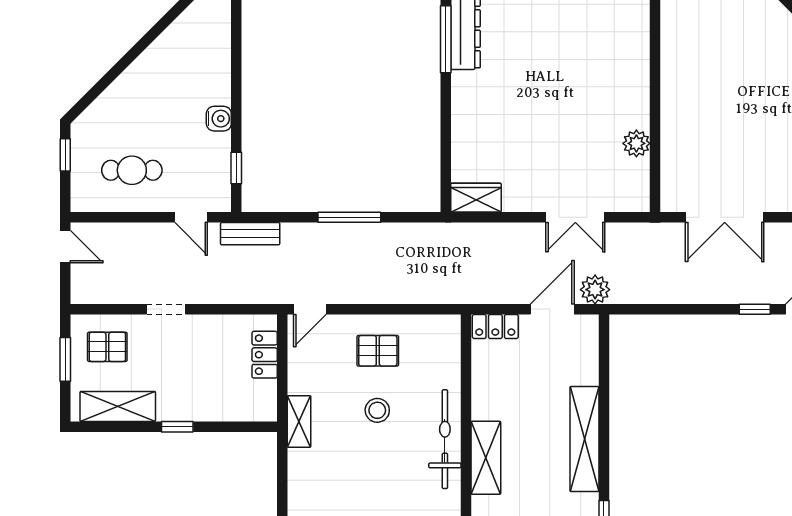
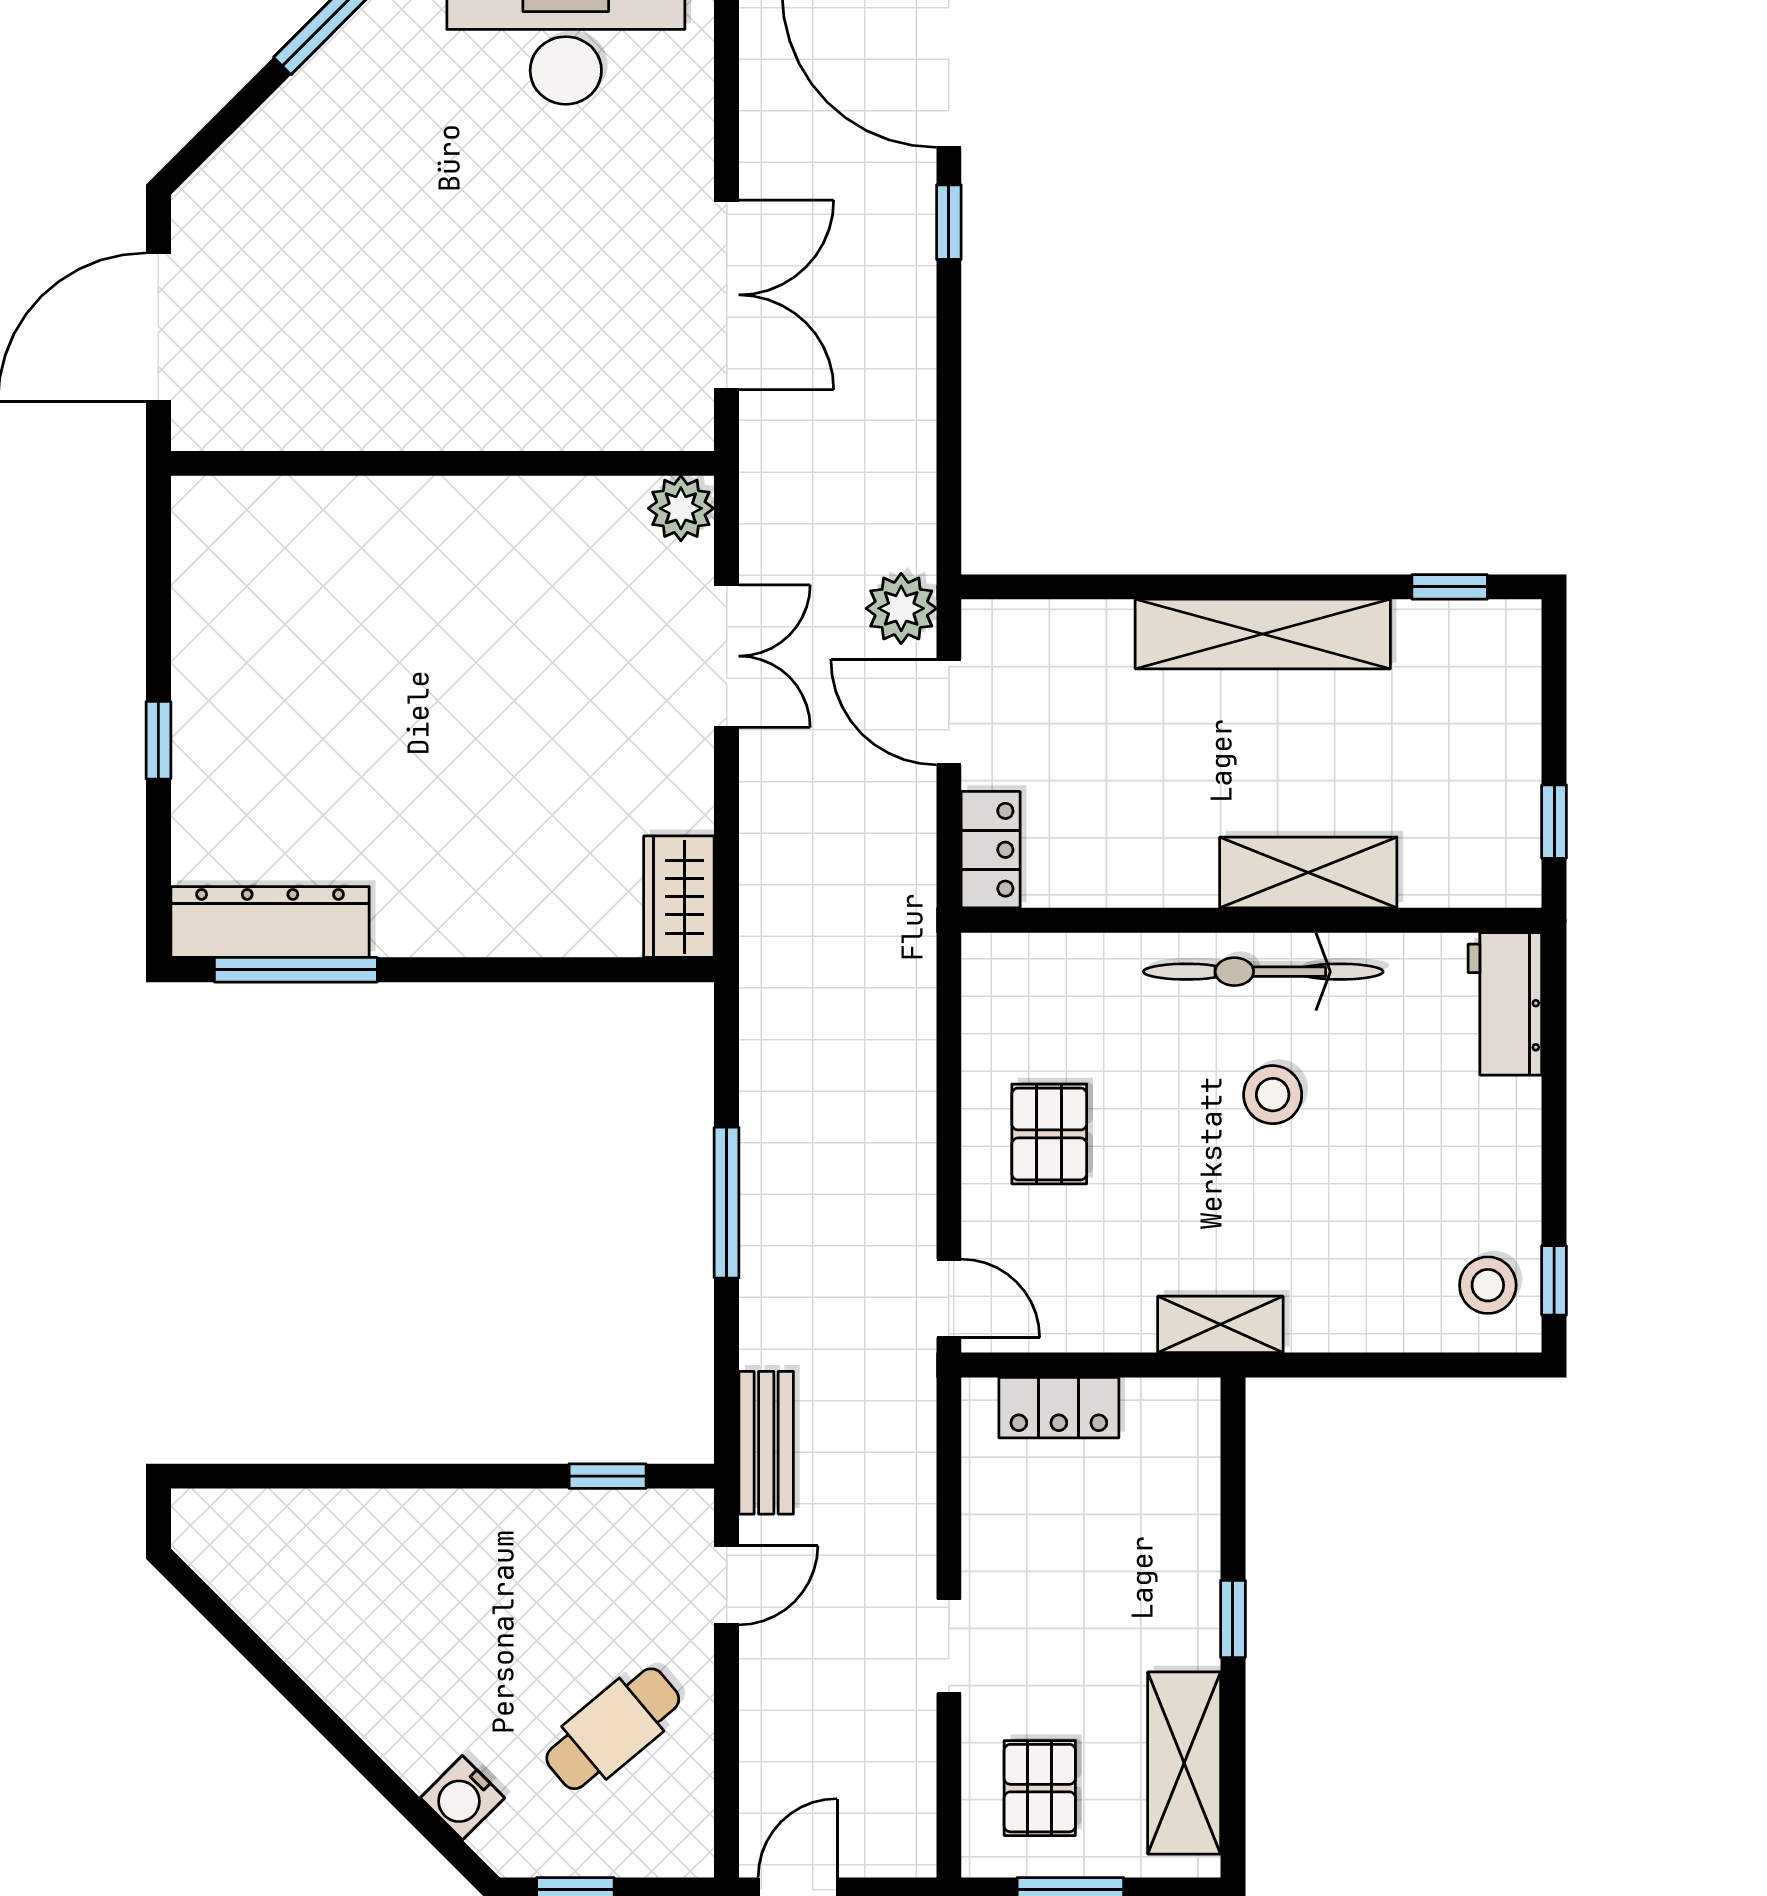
water cooler: (219, 119) -> (462, 1798), moved, turned -135
plant: (636, 143) -> (681, 508), moved
cafe table: (132, 170) -> (613, 1729), turned 50
stool: (377, 410) -> (1273, 1095), moved

